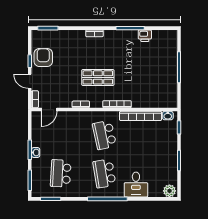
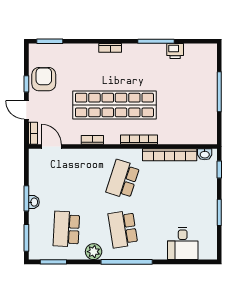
shop shelf: (98, 77) -> (114, 105), width x2.00, depth x1.36
door: (49, 110) -> (52, 146), swing flipped
school desk: (104, 135) -> (123, 179), turned 30
desk: (136, 185) -> (183, 243), moved
plant: (169, 191) -> (94, 252), moved

